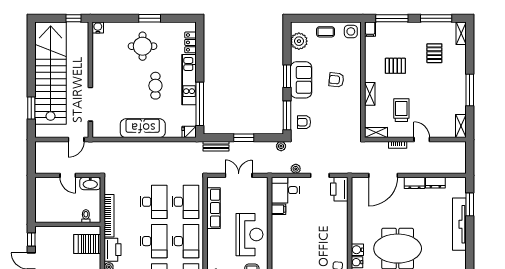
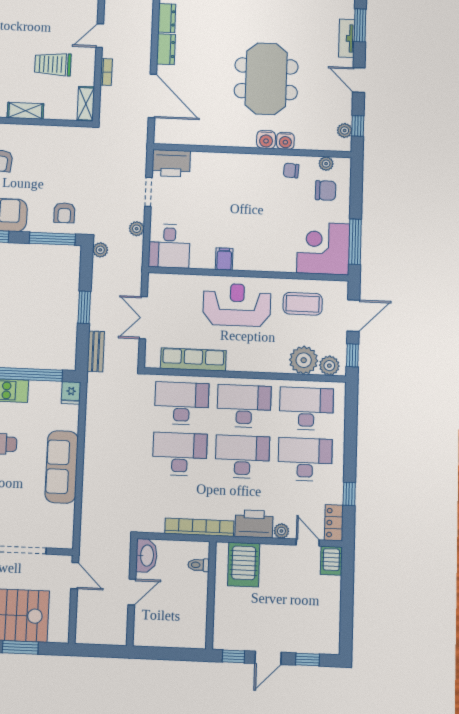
filing cabinet: (278, 209) -> (224, 259), moved

